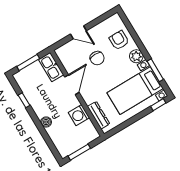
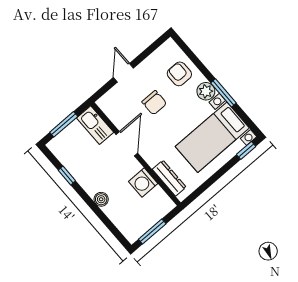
door: (78, 32) -> (123, 73), swing flipped
window: (155, 70) -> (223, 93), moved

